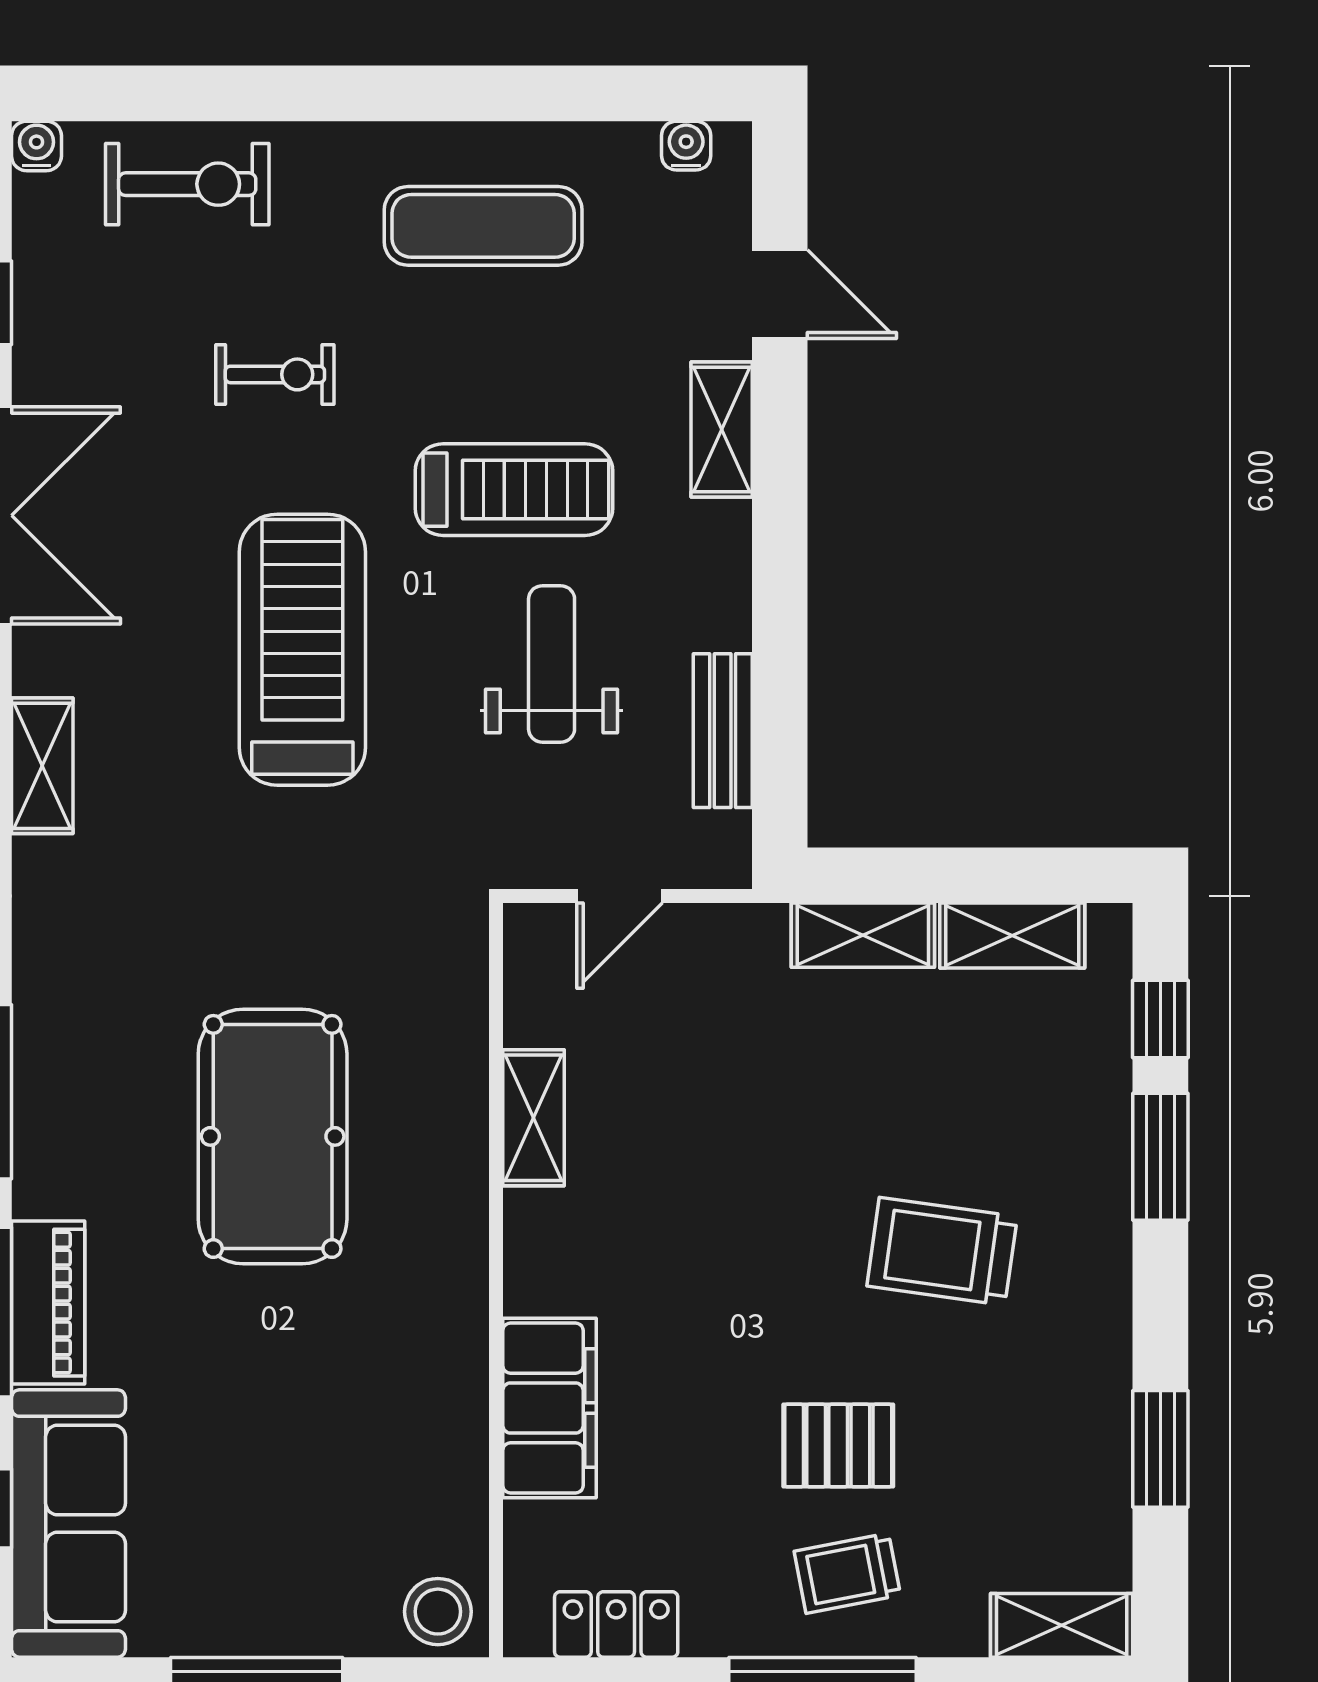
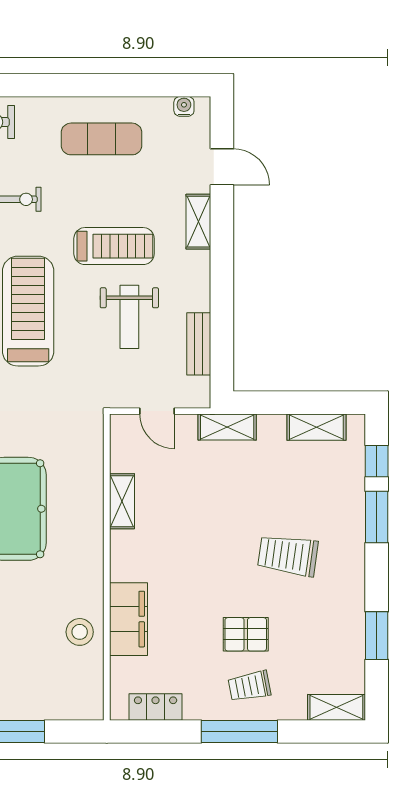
weight bench: (552, 664) -> (129, 317), turned 180
door: (620, 896) -> (157, 411), hinge flipped
shelving: (863, 935) -> (227, 427), moved
stool: (438, 1612) -> (80, 632), moved

